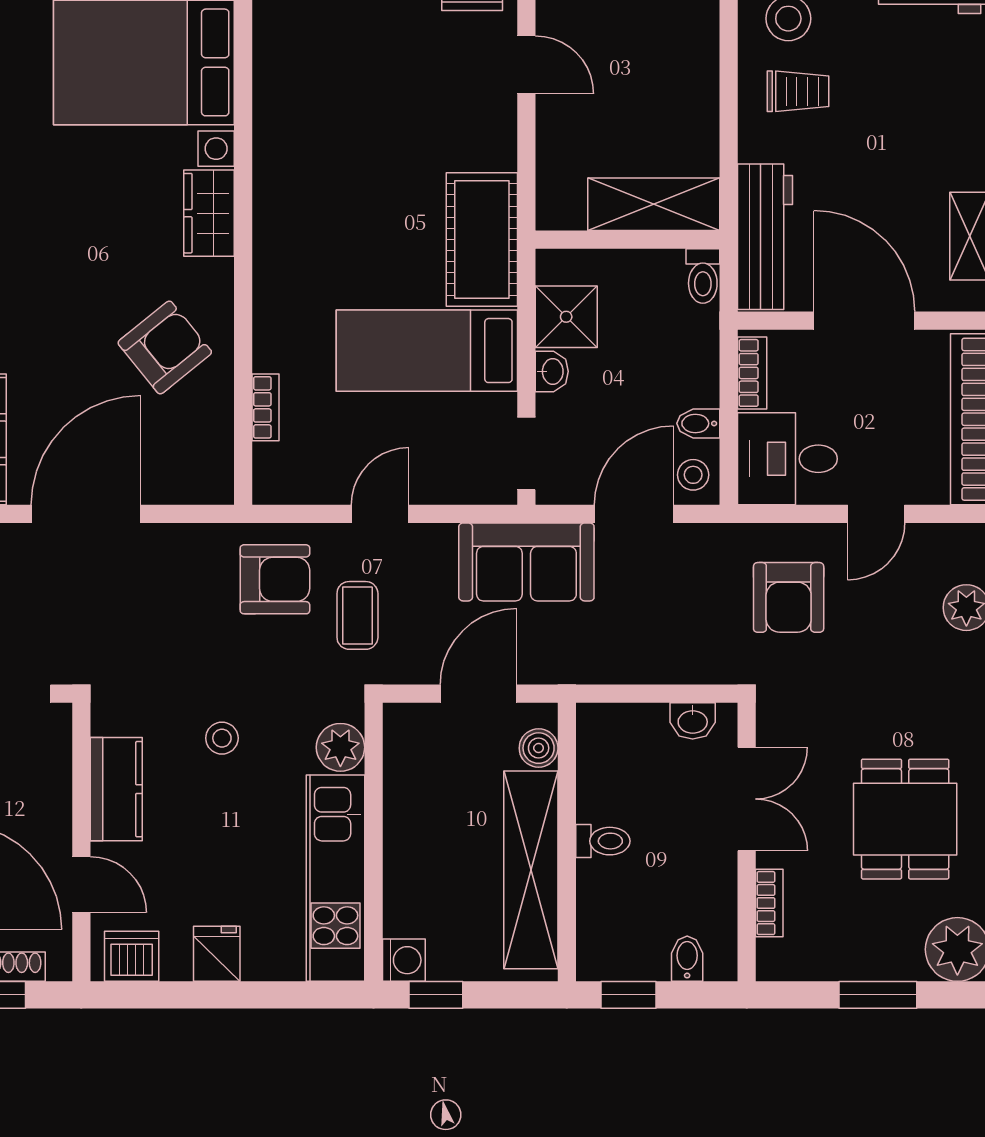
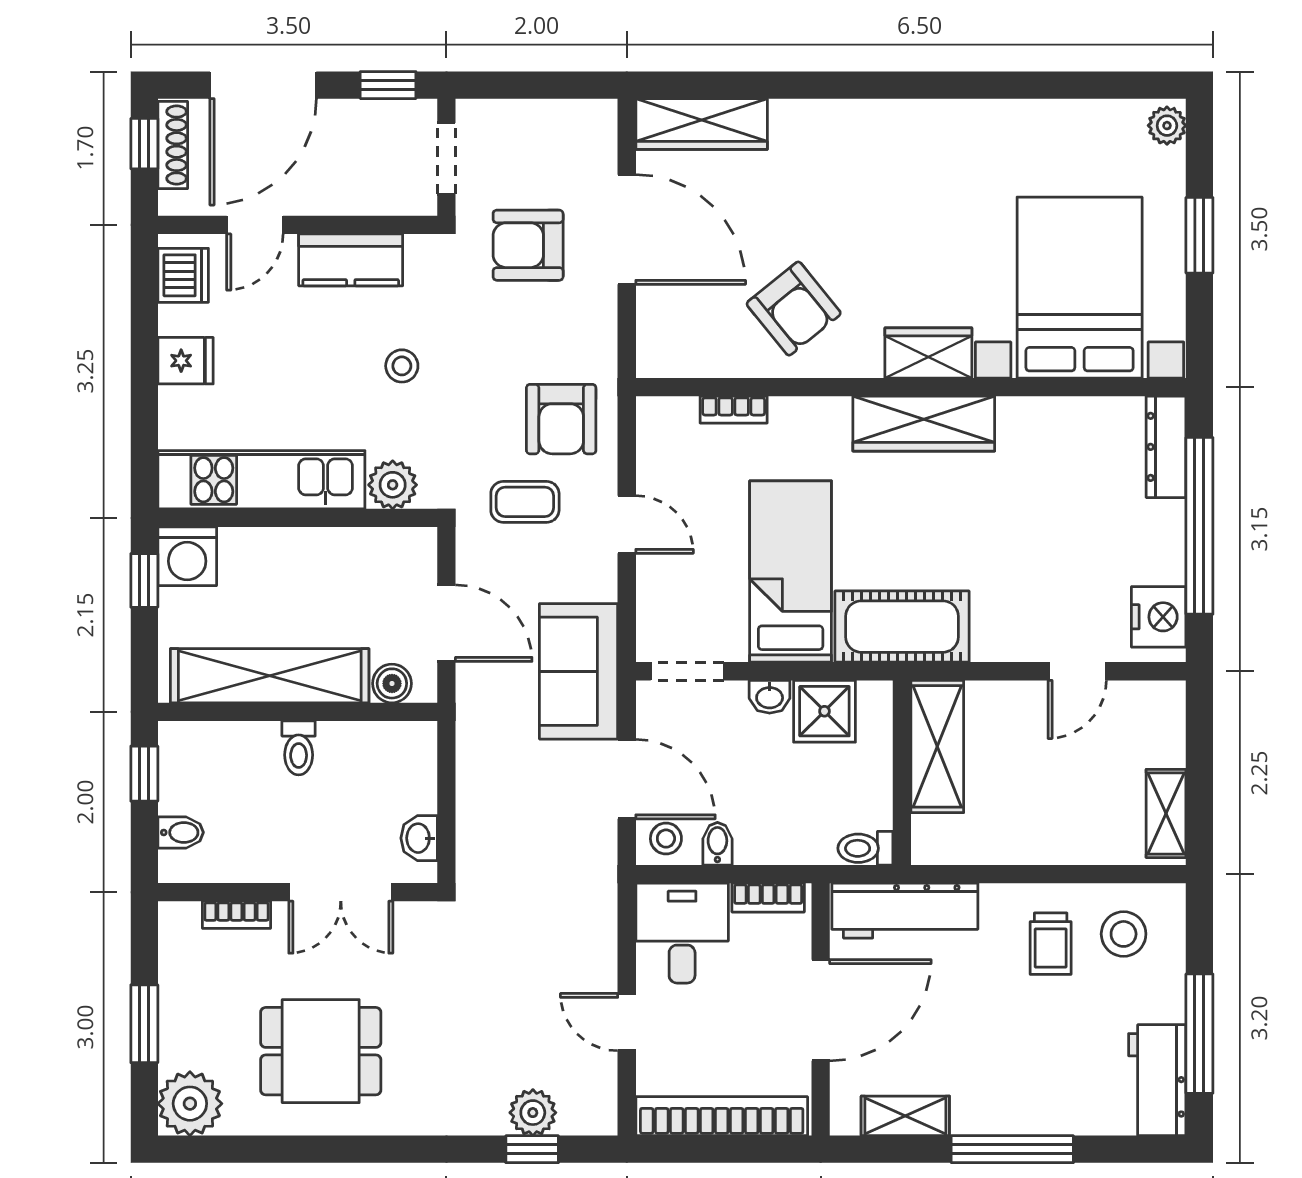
shelving: (654, 204) -> (937, 746), moved
wardrobe: (279, 218) -> (924, 424), added
armchair: (789, 597) -> (528, 245), moved
washing machine: (404, 960) -> (187, 556), width x1.38, depth x1.38

